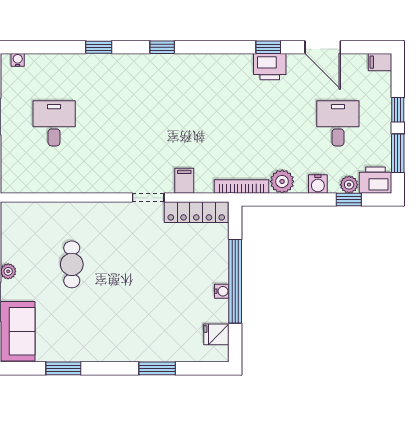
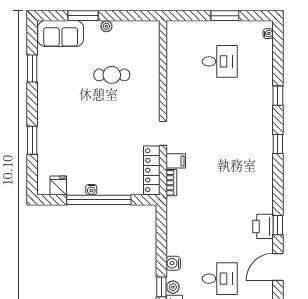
plant: (282, 181) -> (175, 236), removed
bookcase: (241, 186) -> (171, 183), moved, width x0.64

